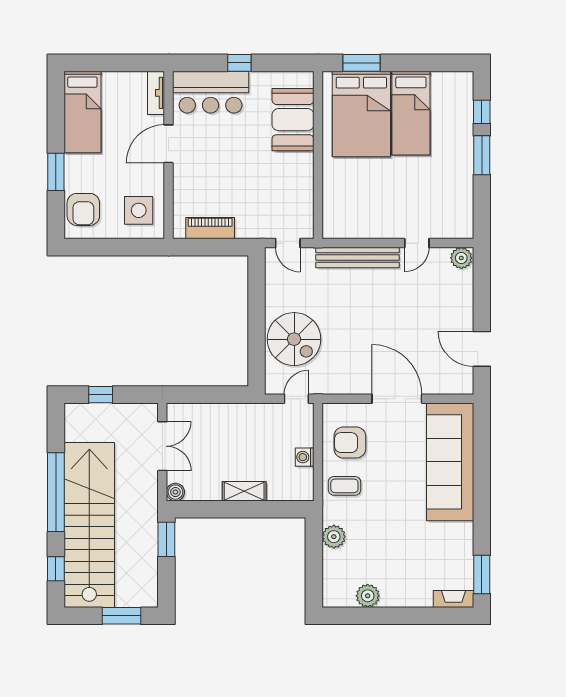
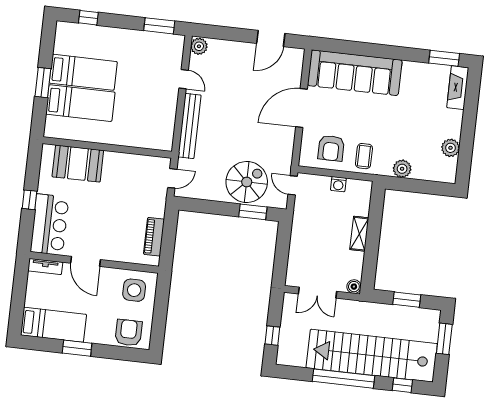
window: (362, 63) -> (43, 83), moved
bed: (361, 114) -> (80, 103), width x0.67
window: (482, 155) -> (159, 26), moved
window: (56, 172) -> (77, 348), moved
armchair: (83, 209) -> (129, 333), turned -90
window: (257, 351) -> (253, 212), added
double door: (162, 446) -> (317, 293), swing flipped
window: (166, 539) -> (407, 300), moved
fireplace: (454, 599) -> (458, 88), width x1.37, depth x1.32

